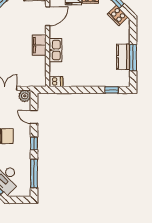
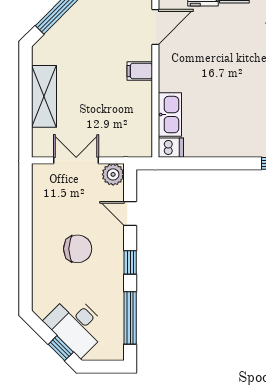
filing cabinet: (39, 45) -> (140, 71), width x0.50
kitchen sink: (55, 50) -> (170, 115), moved

